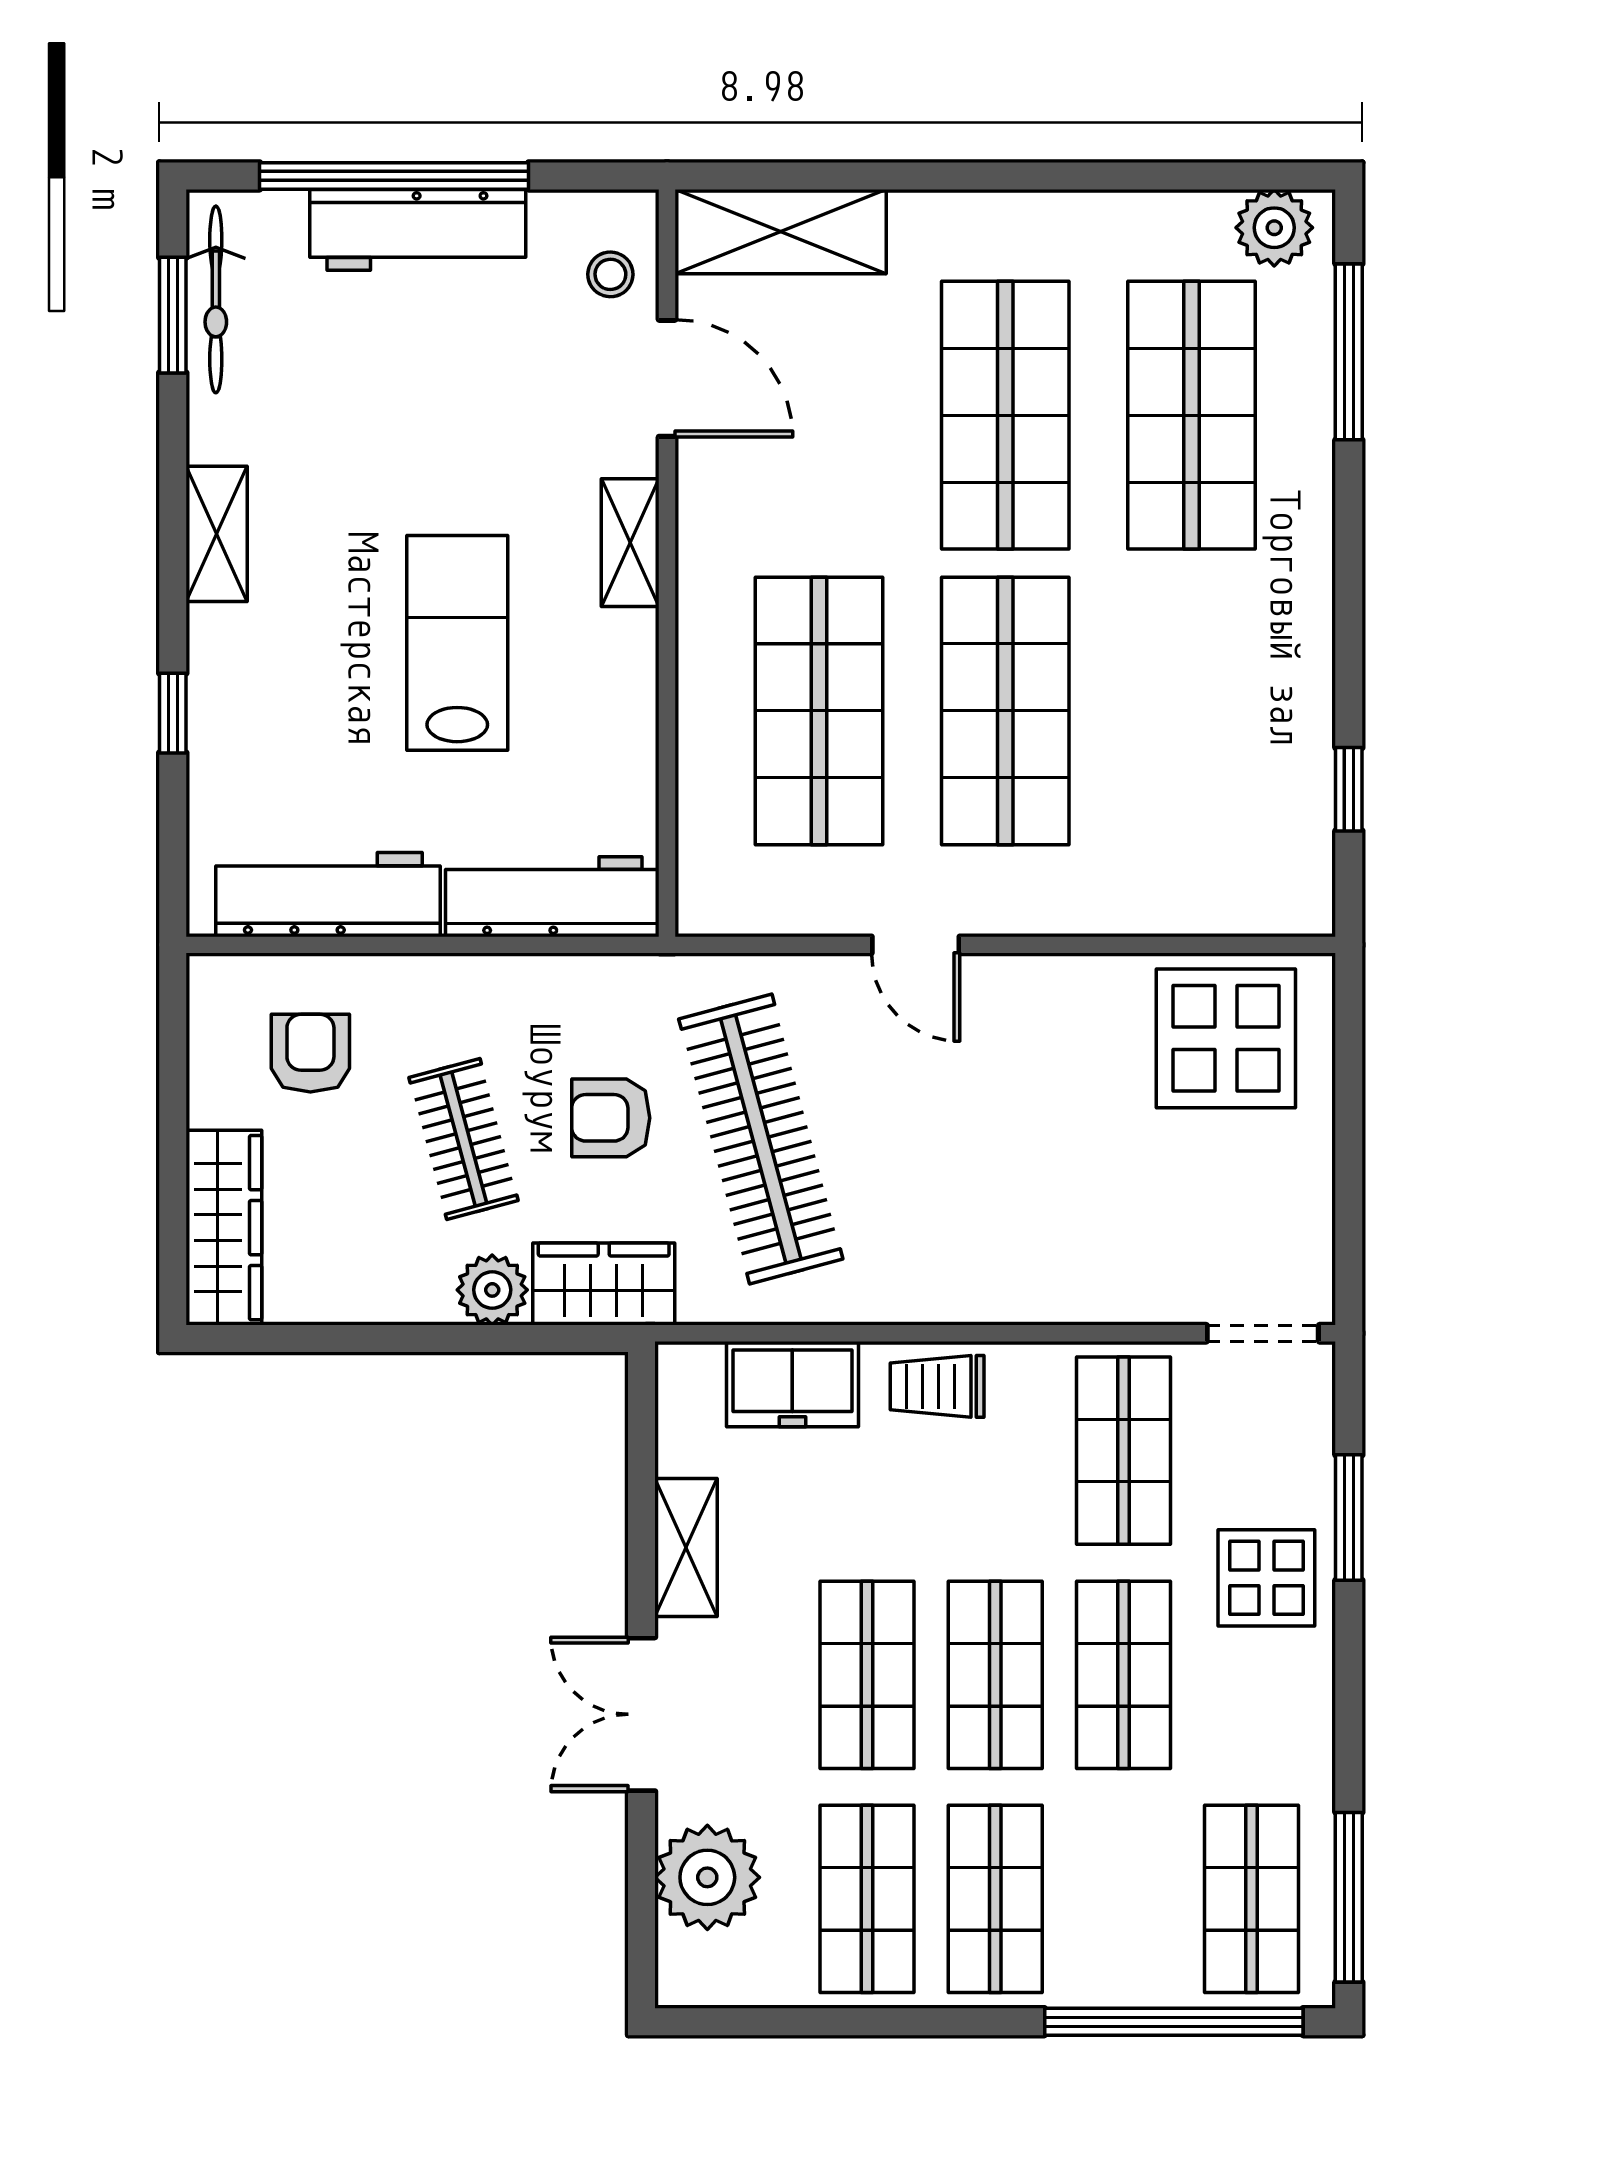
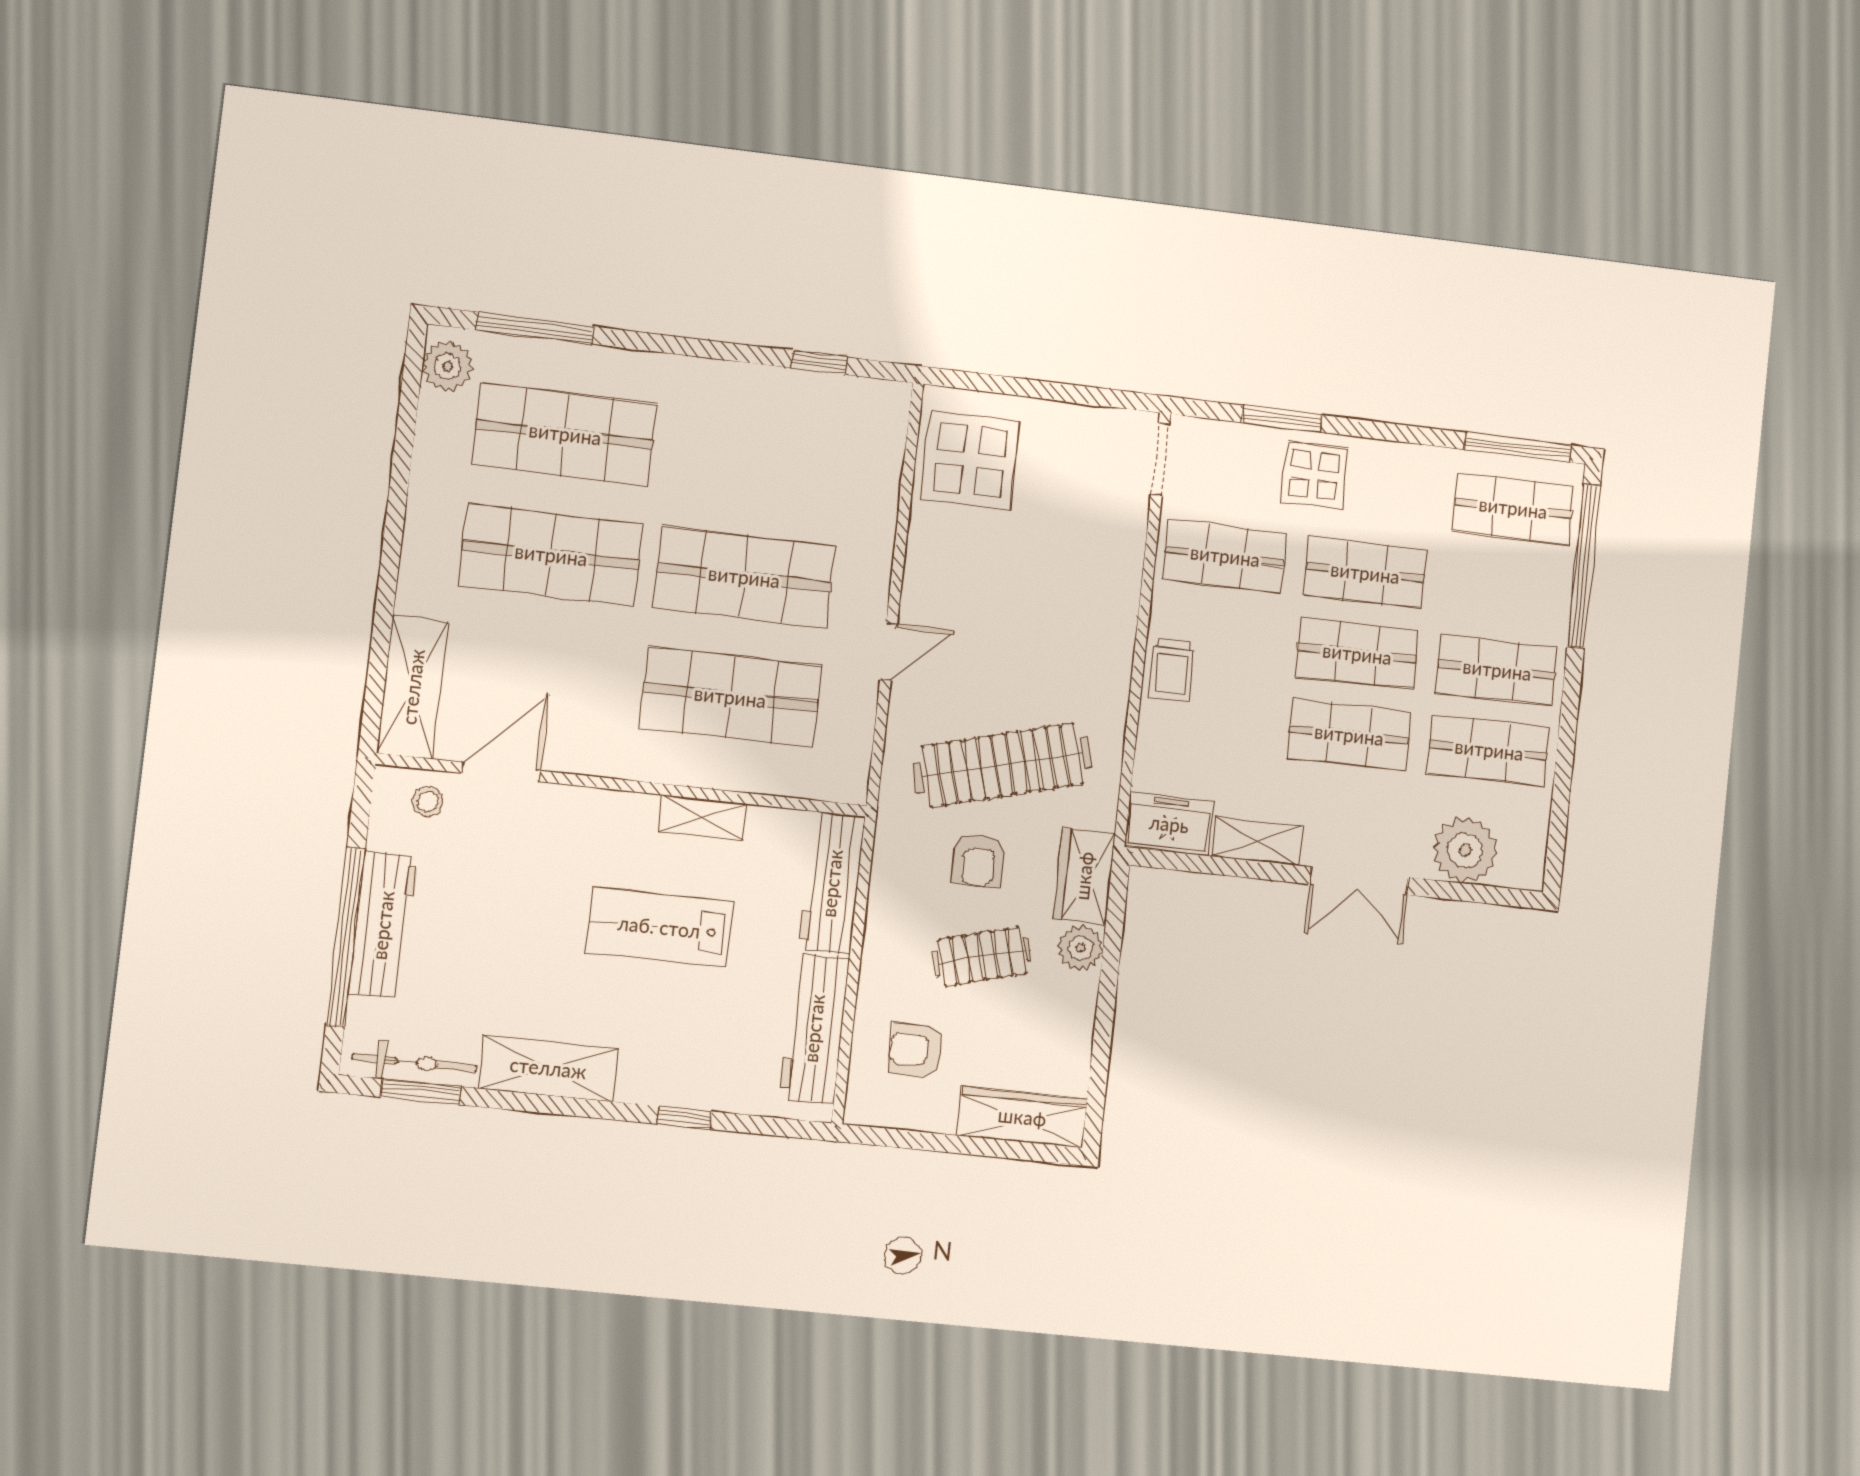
shelving: (217, 534) -> (548, 1068), width x1.50, depth x1.33
shelving: (630, 543) -> (703, 818), moved
freezer: (792, 1384) -> (1169, 824), moved, turned -90

